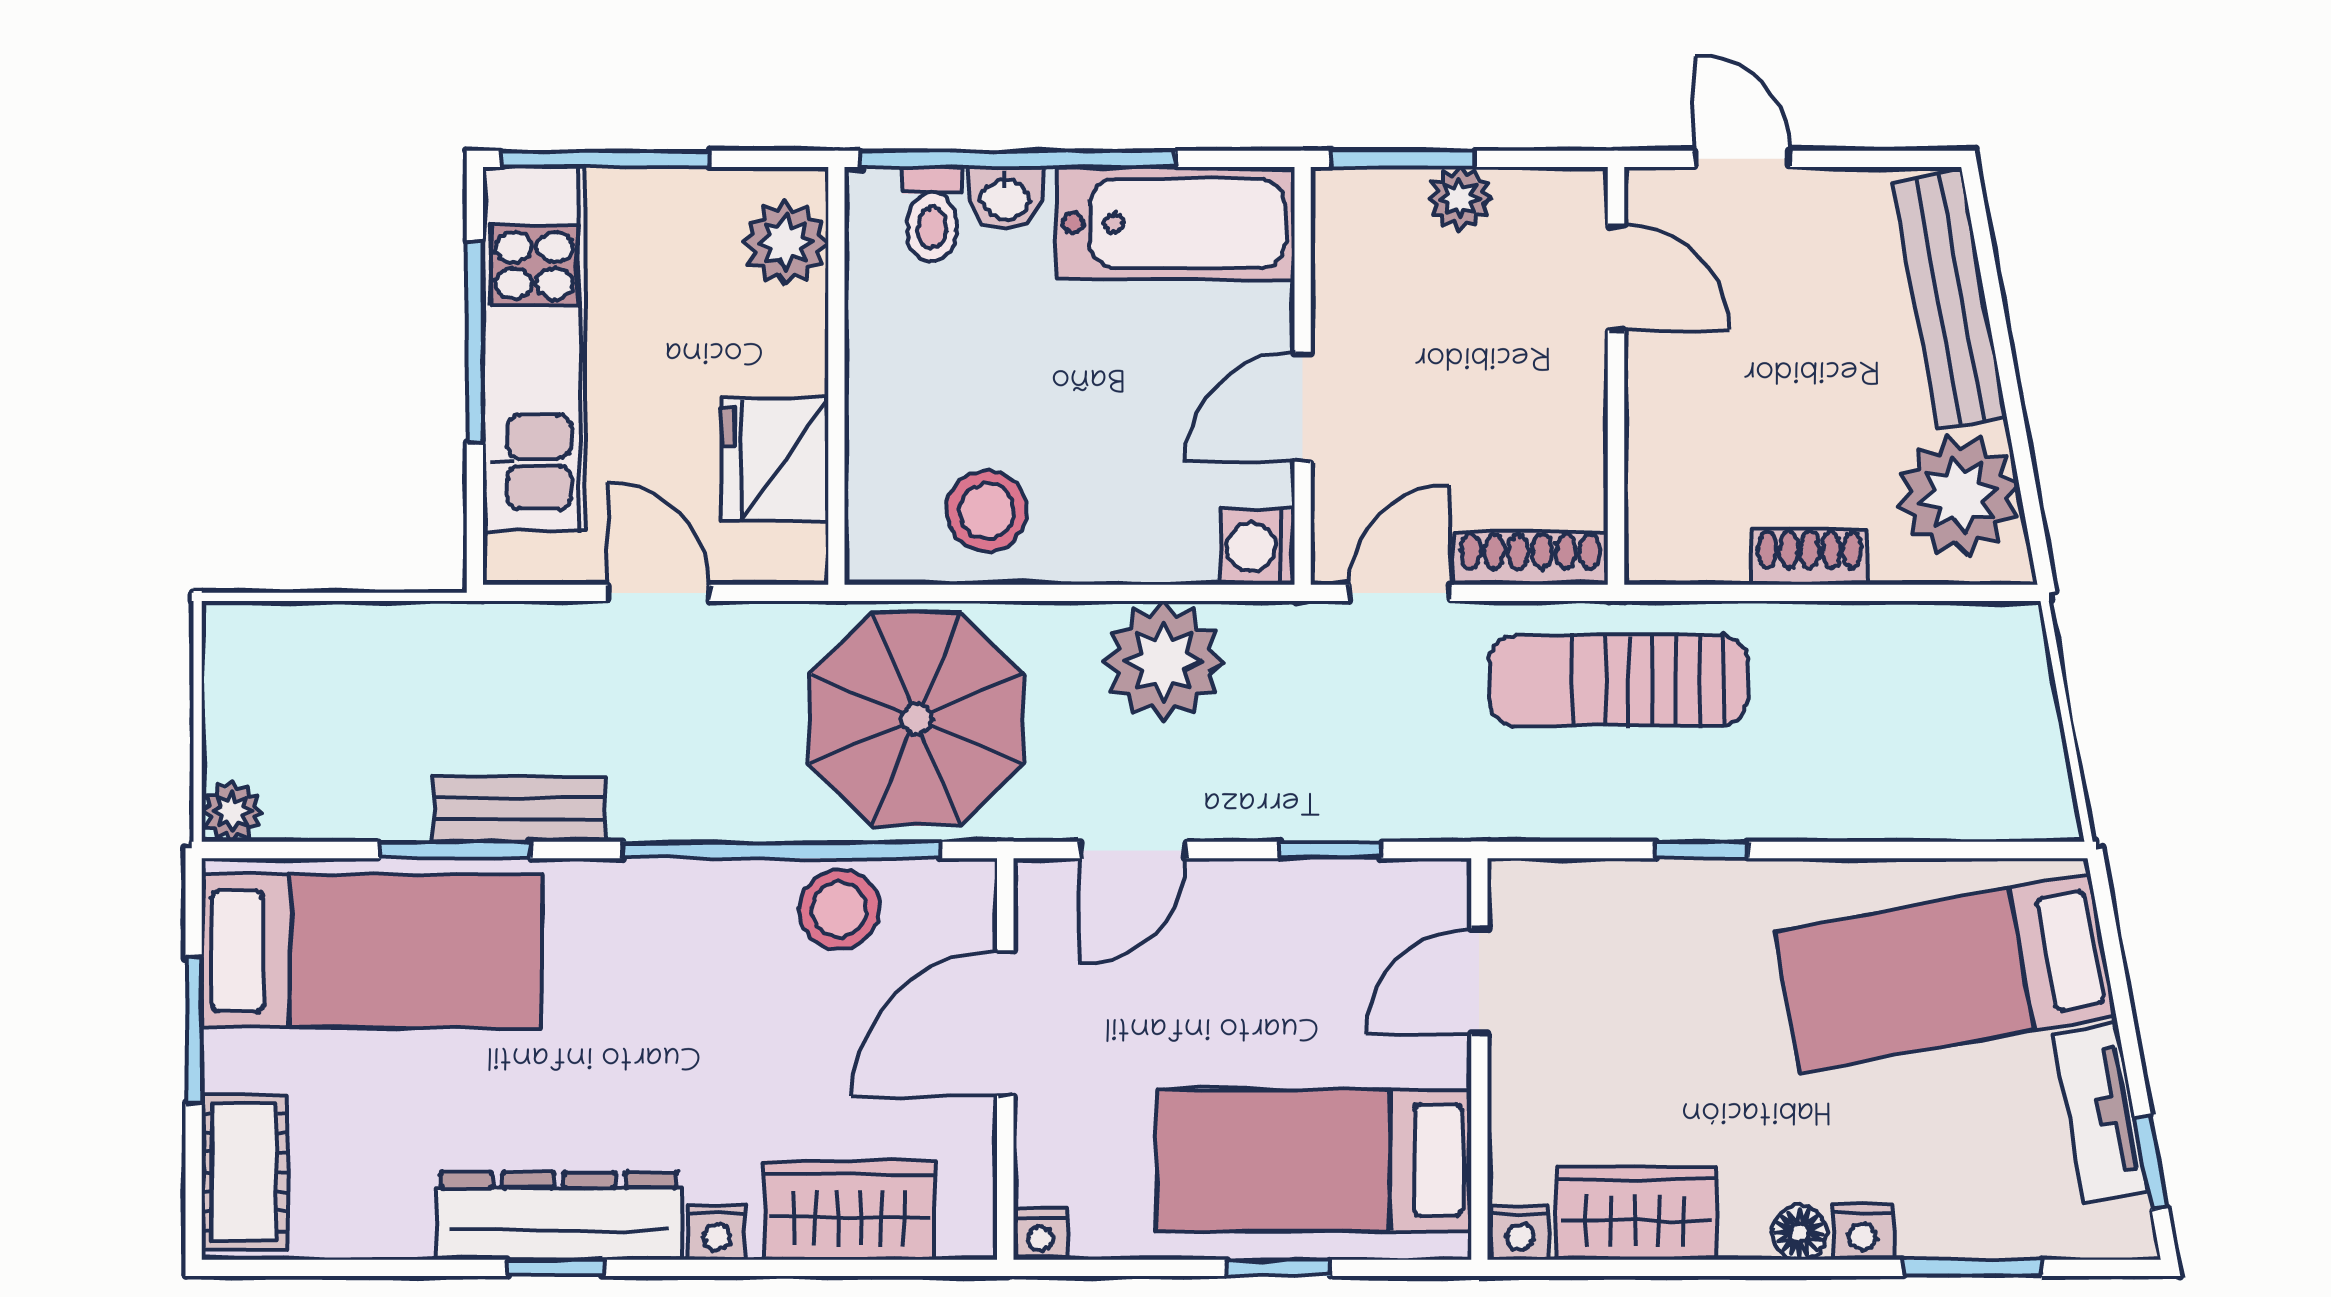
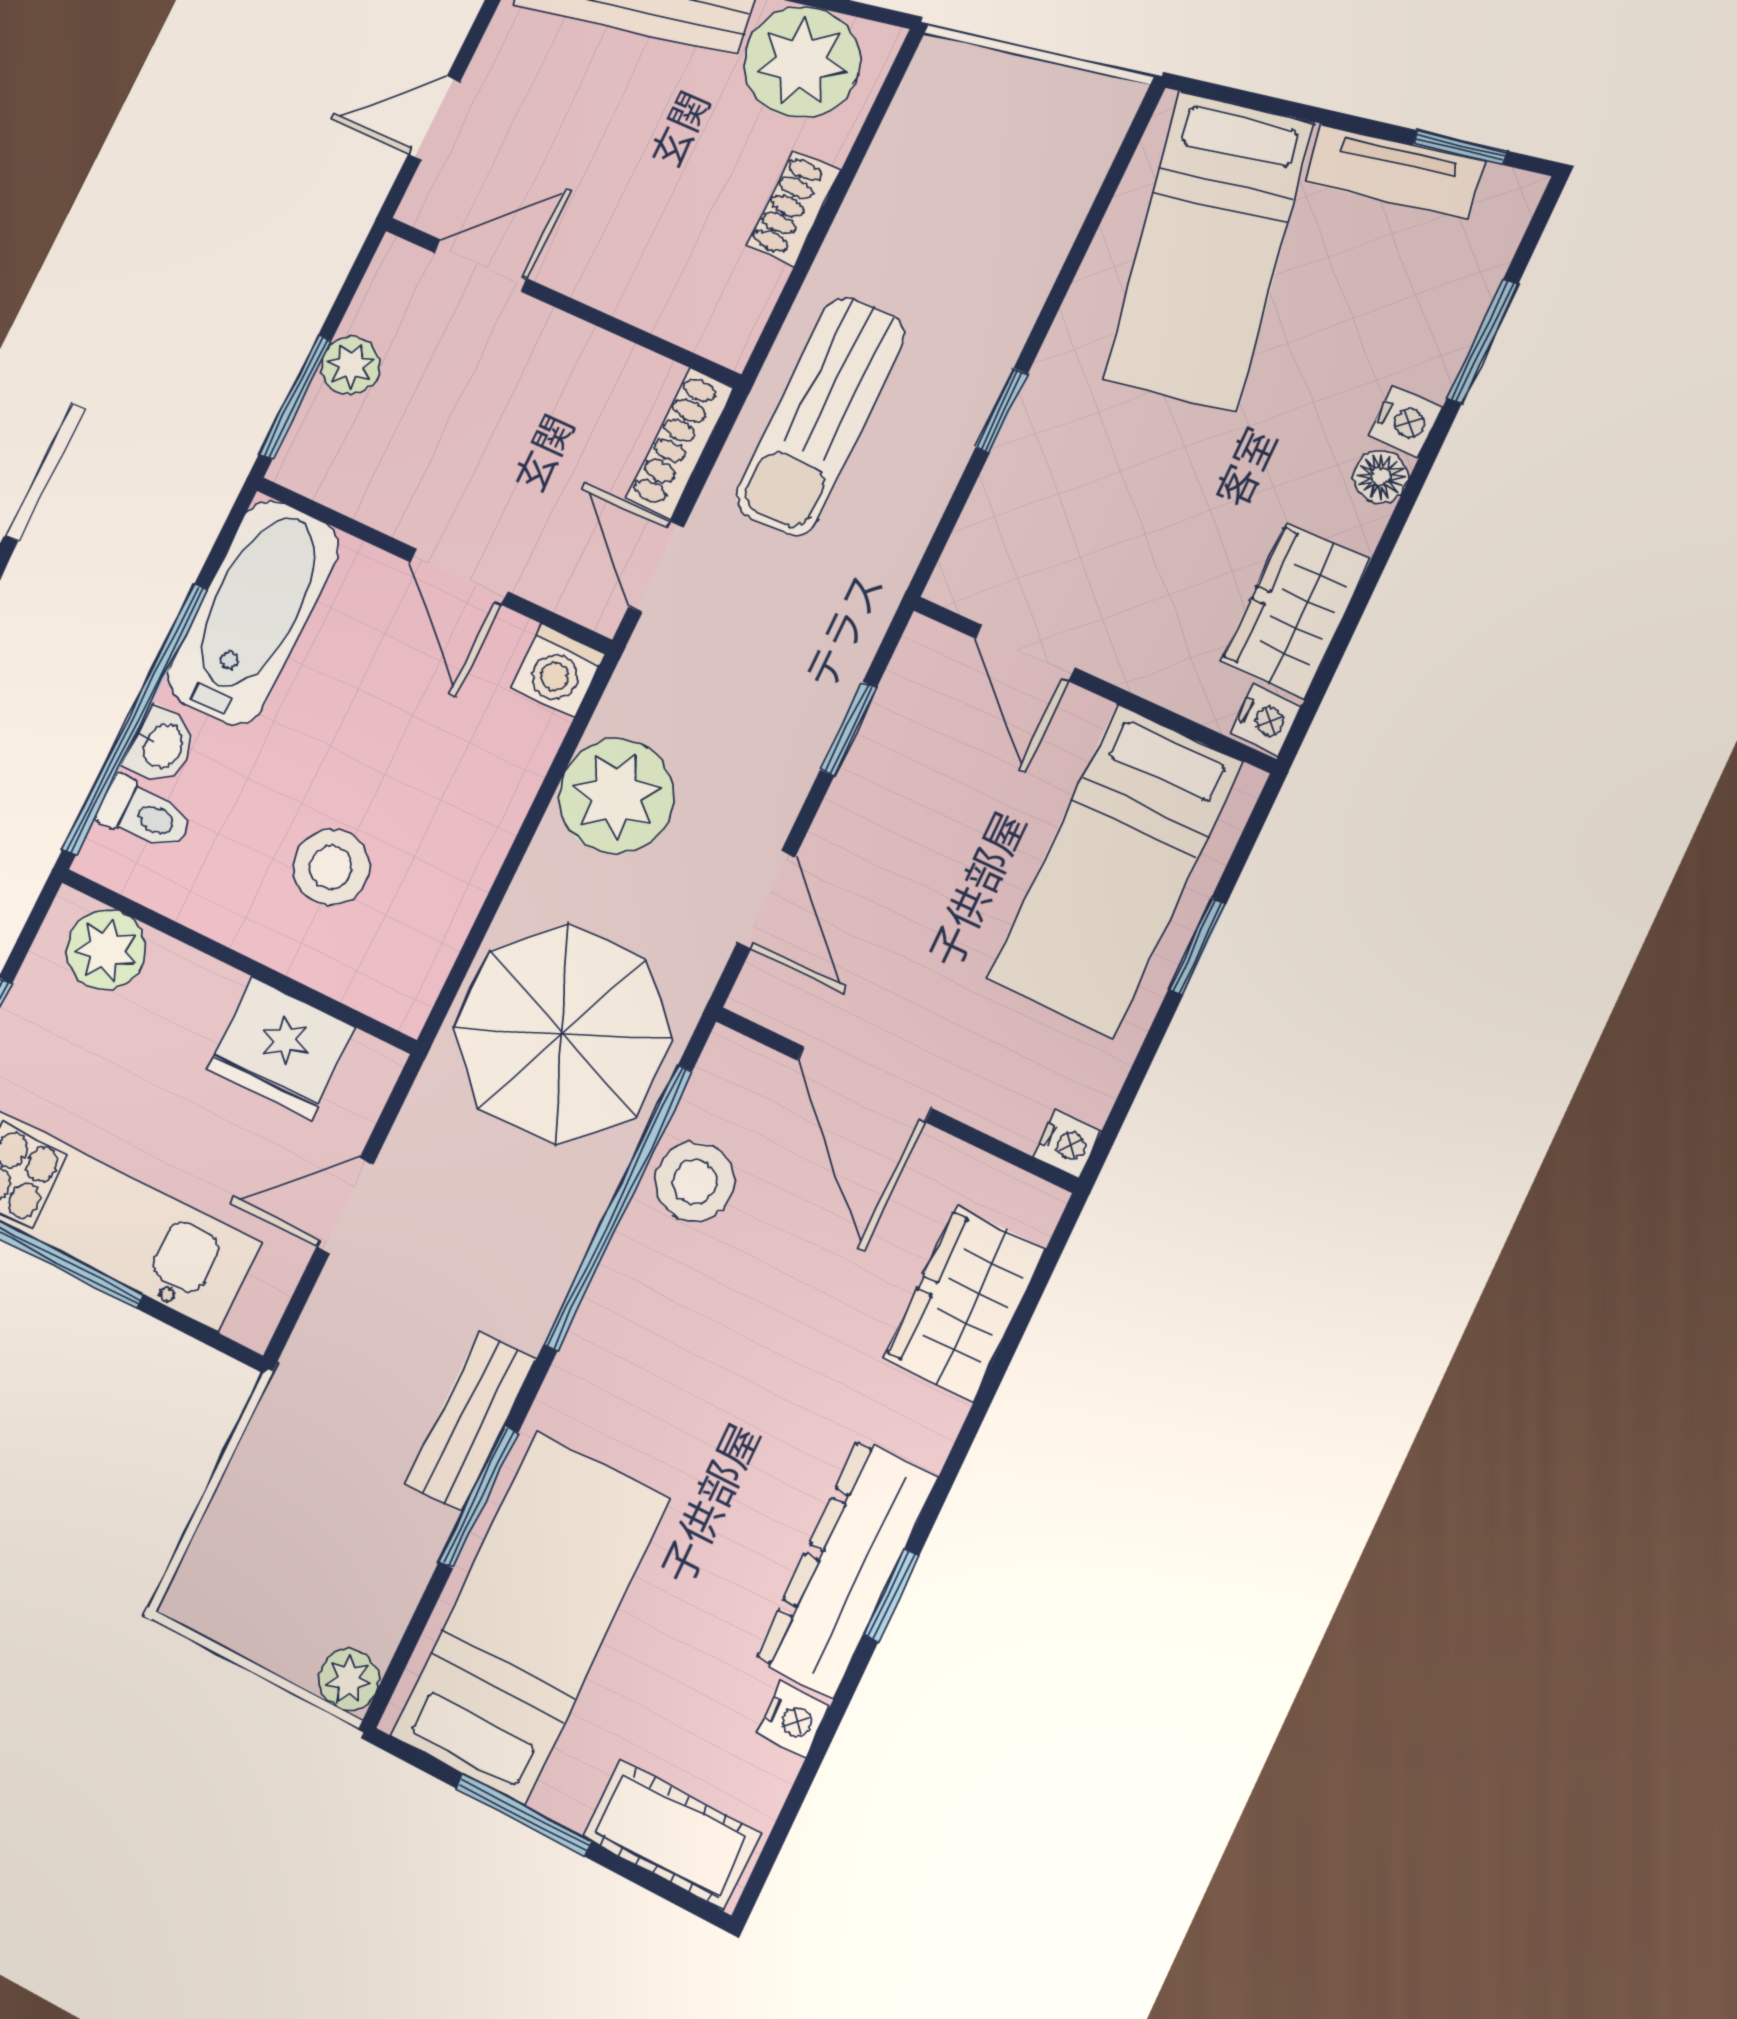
stool: (987, 511) -> (331, 867), moved
nightstand: (717, 1233) -> (793, 1720), moved

